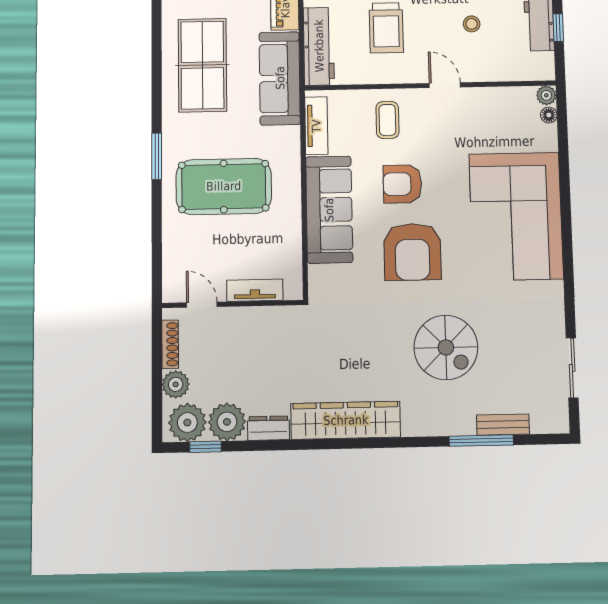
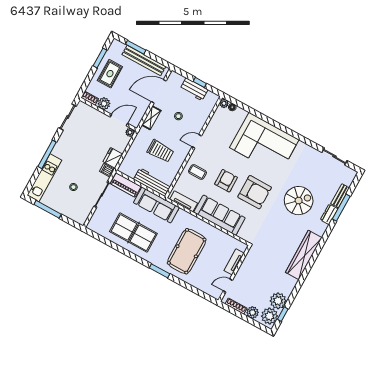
armchair: (402, 184) -> (226, 181), turned 180
dresser: (268, 428) -> (329, 214), moved

